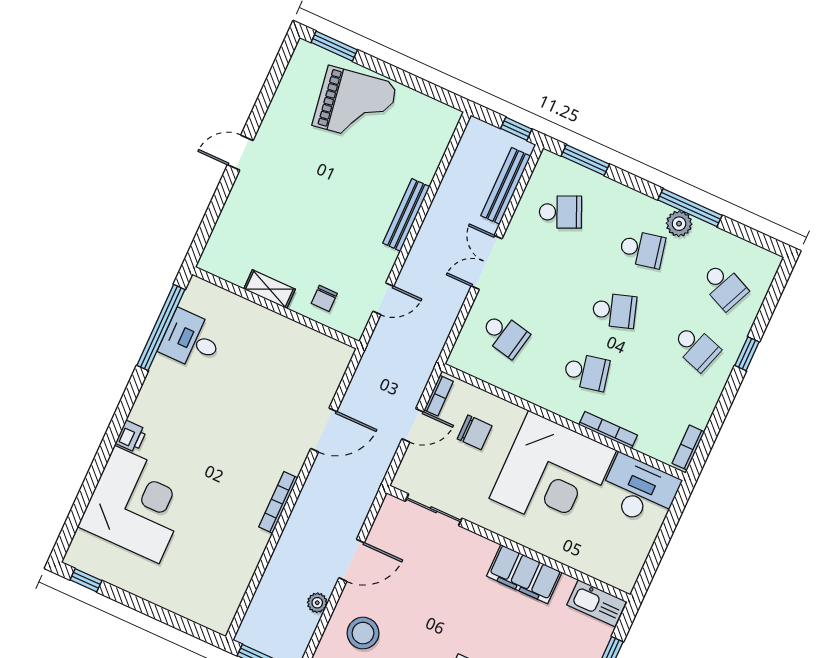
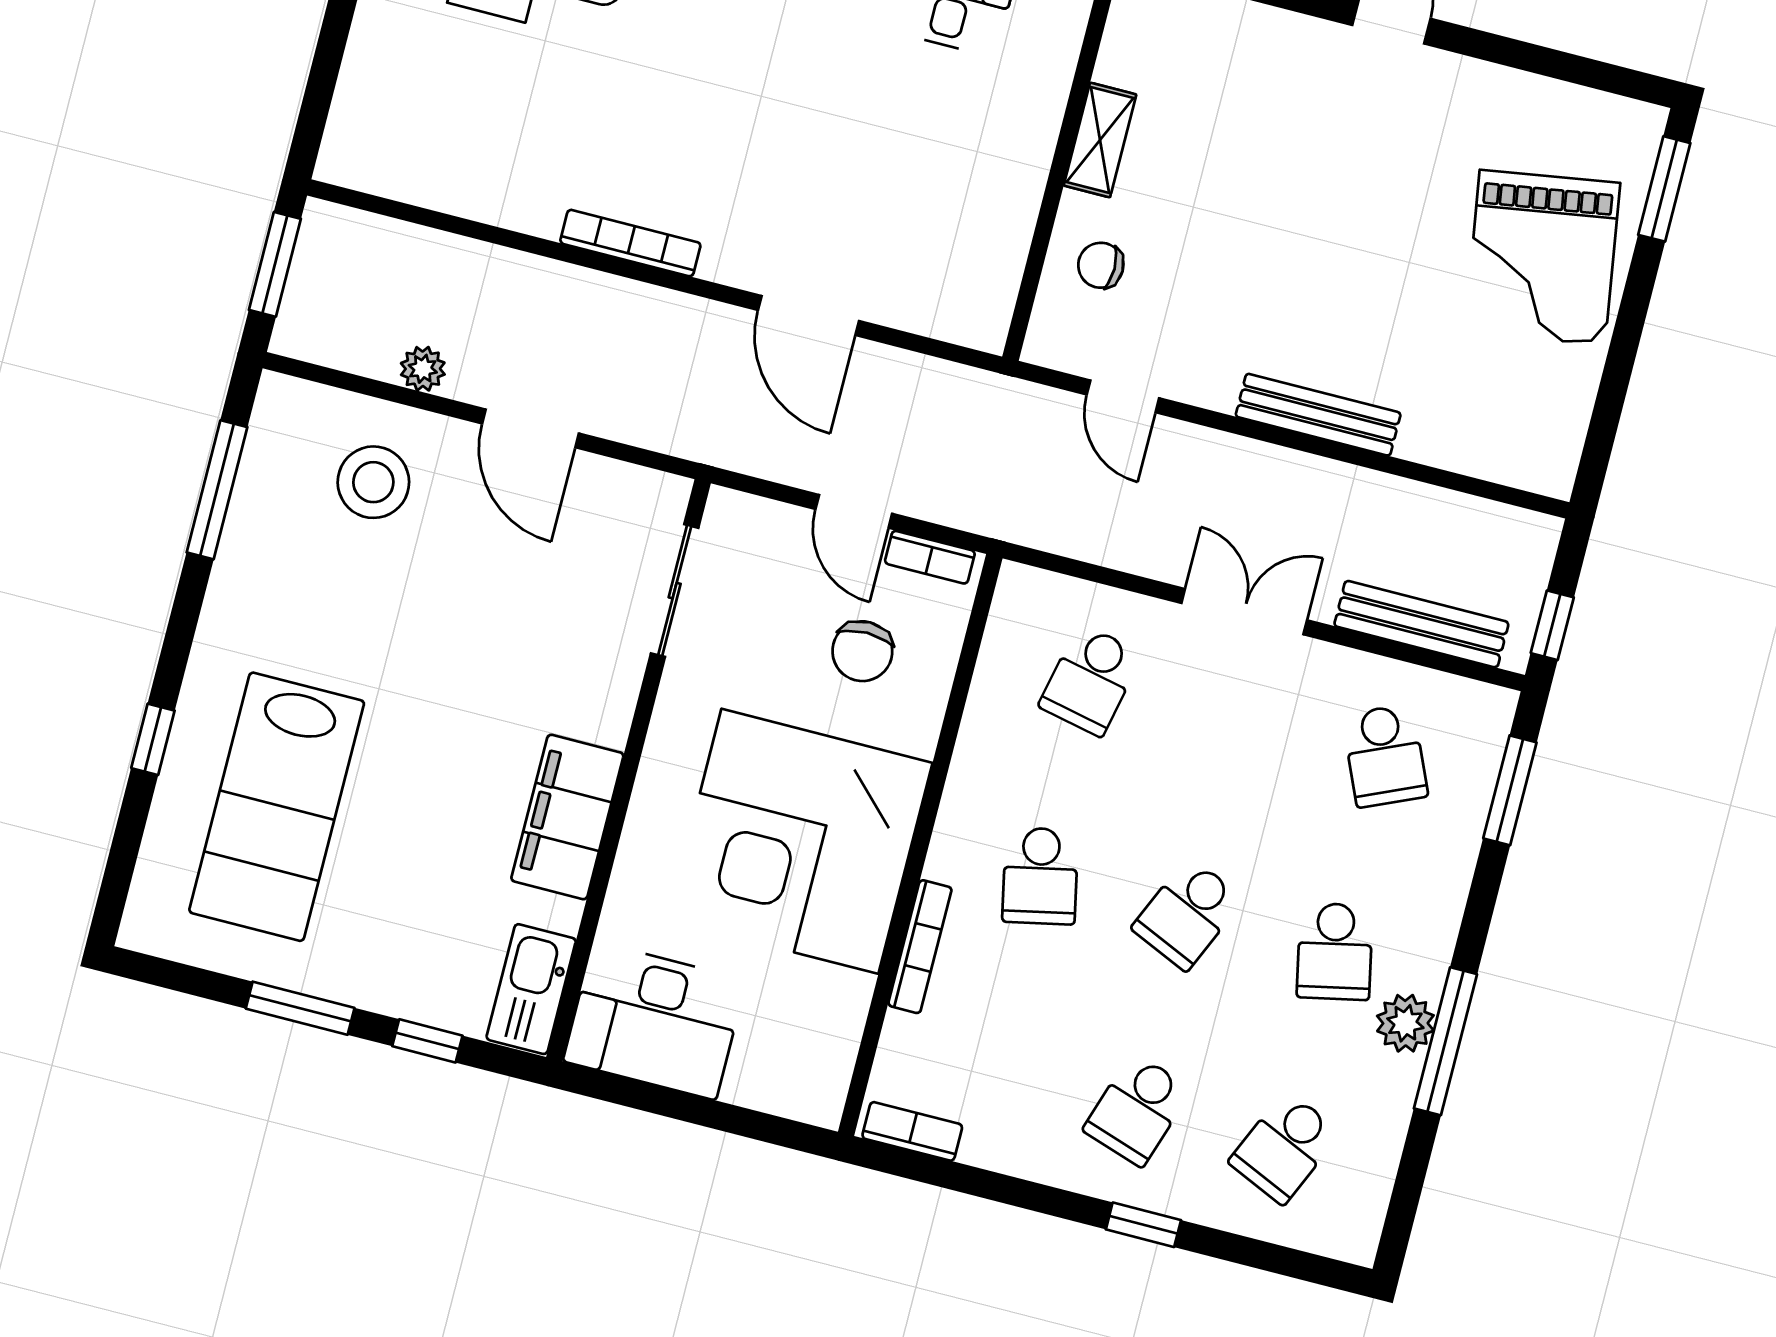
school desk: (614, 310) -> (1187, 914), turned 42
desk: (639, 491) -> (655, 1021), moved, turned 90

